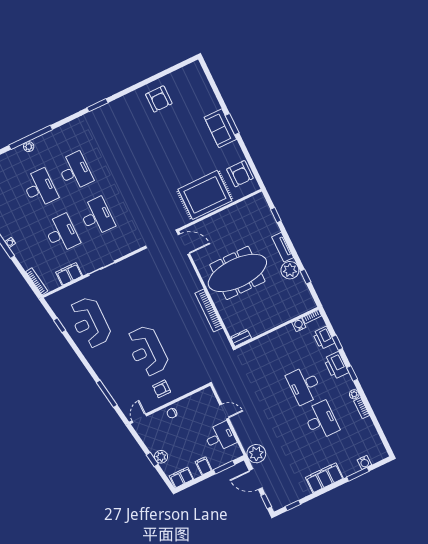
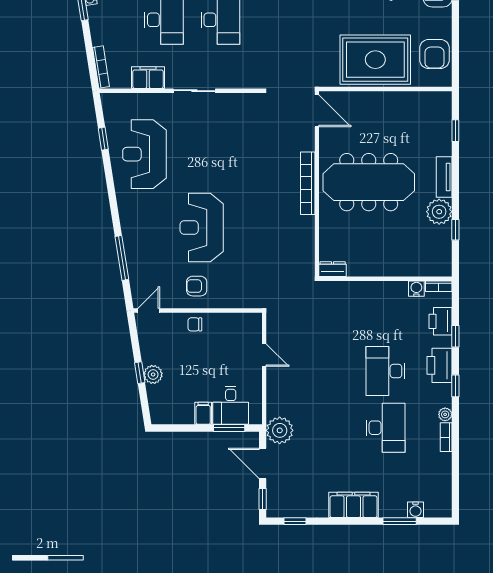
bookcase: (209, 310) -> (308, 183), moved
desk: (220, 437) -> (231, 405), moved, turned 90
filing cabinet: (181, 478) -> (167, 415), removed

